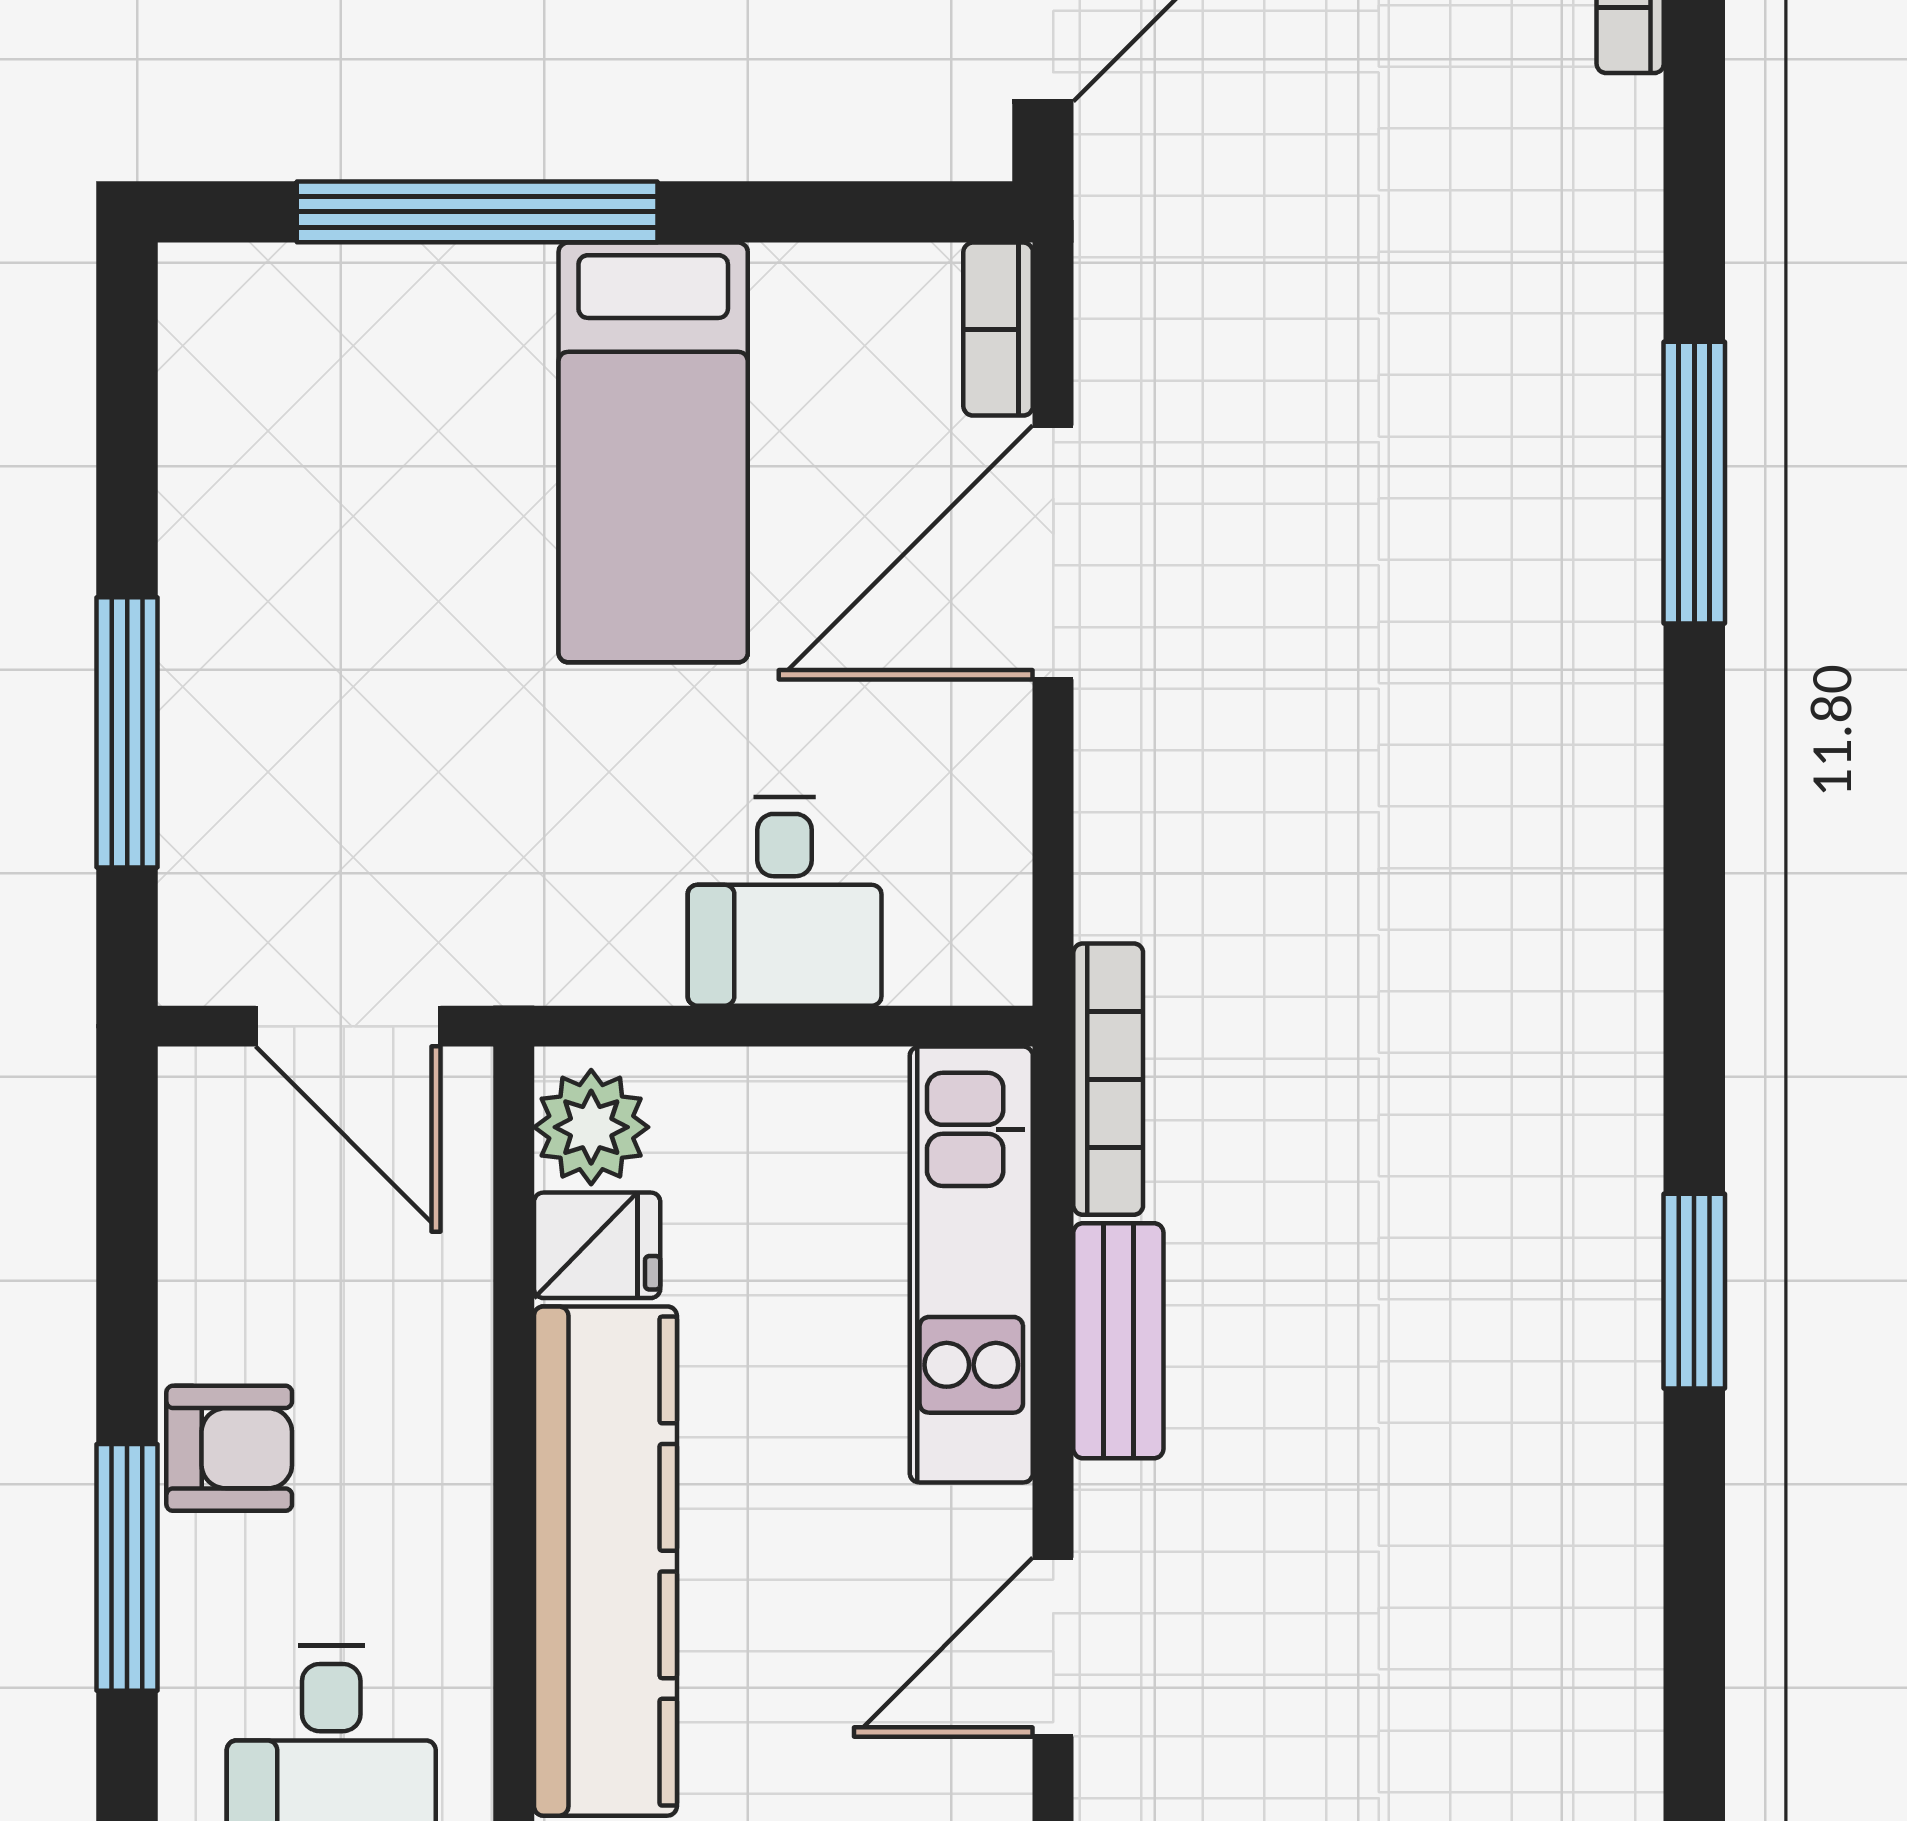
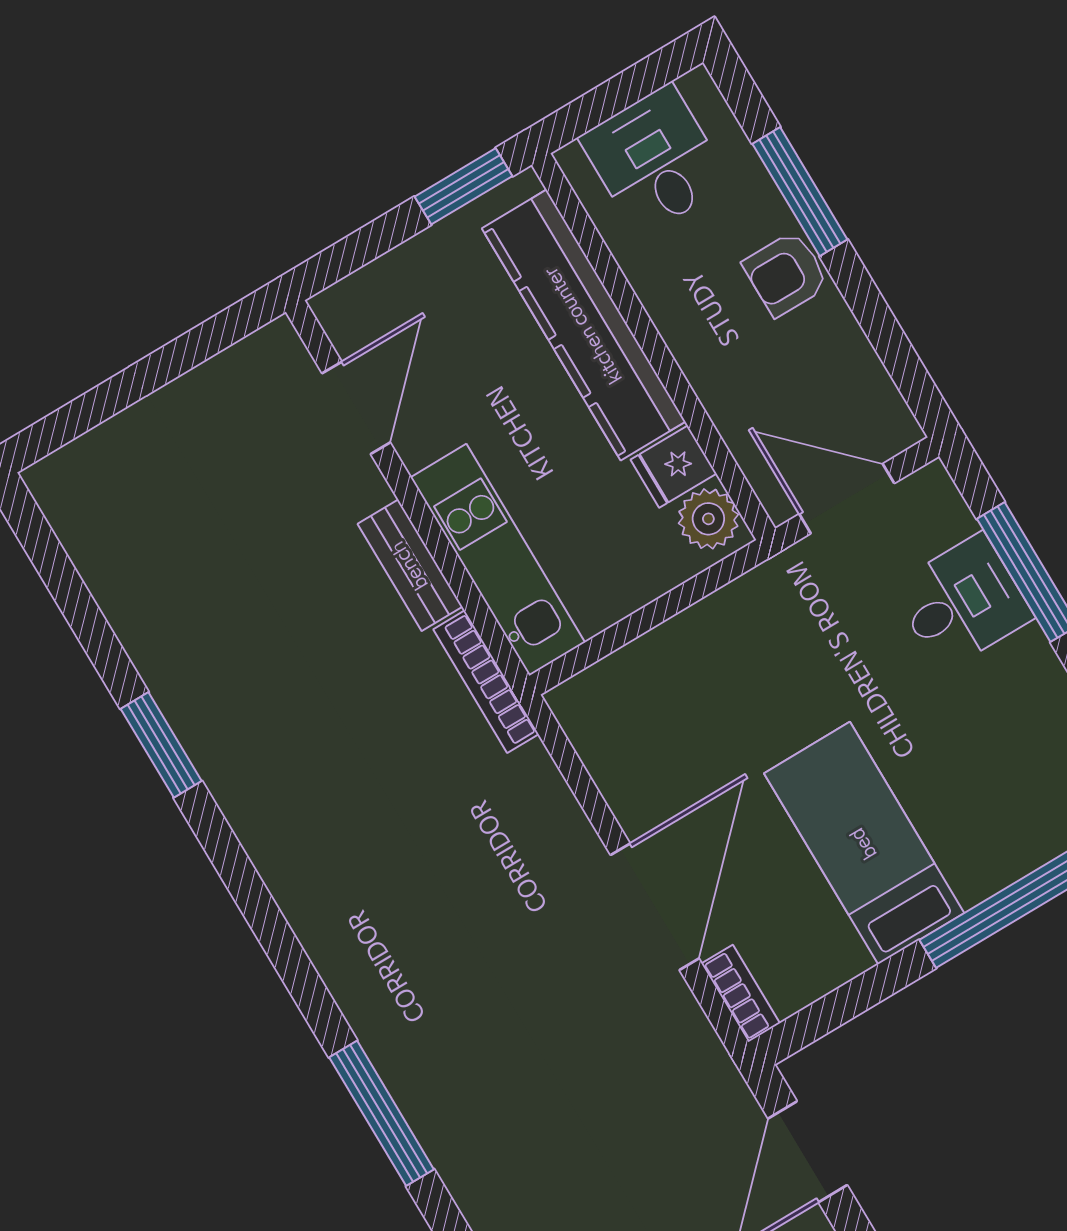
desk: (785, 901) -> (962, 602), moved, turned 90

